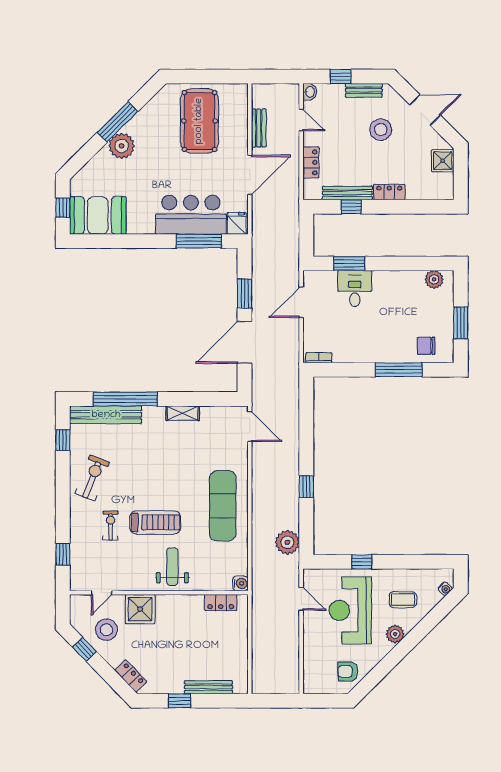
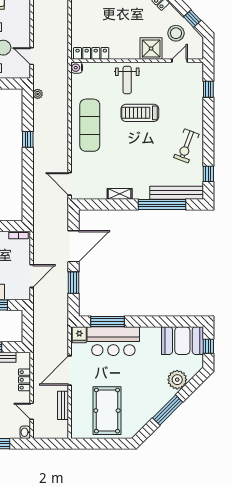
plant: (122, 146) -> (177, 380), moved
exercise bike: (111, 525) -> (173, 111), removed
plant: (287, 542) -> (38, 94), width x0.53, depth x0.53
locker: (221, 603) -> (91, 53), width x1.53

